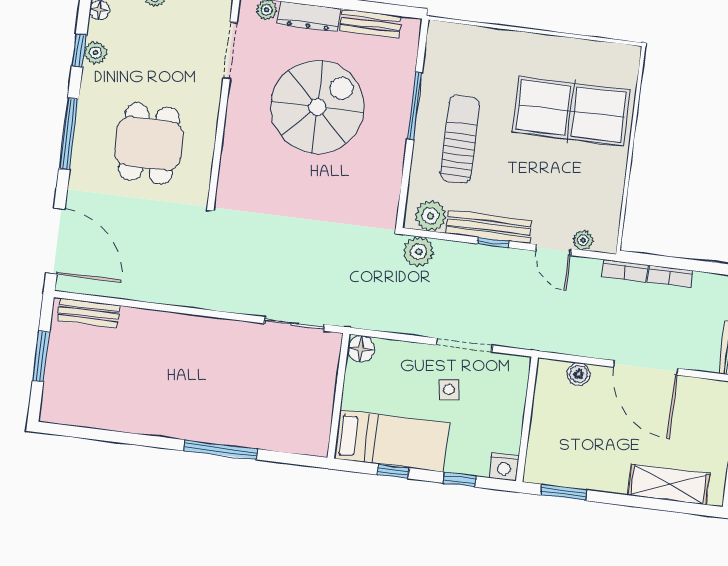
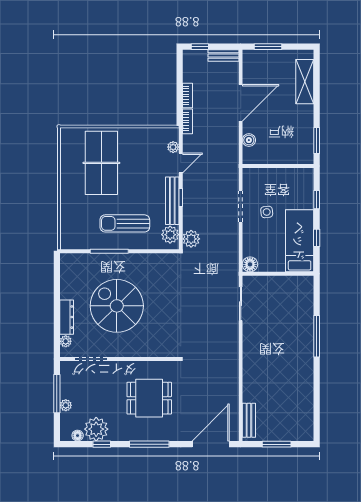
bench: (370, 24) -> (66, 282), removed
plant: (95, 53) -> (96, 429), width x1.88, depth x1.88
nightstand: (504, 467) -> (306, 176), removed

